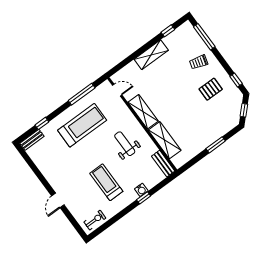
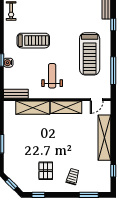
window: (204, 37) -> (89, 195), width x0.69
shelving: (151, 55) -> (104, 138), width x1.47
weight bench: (125, 144) -> (52, 76), turned -90

